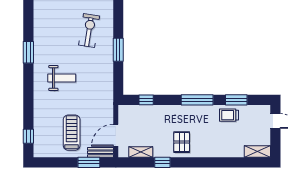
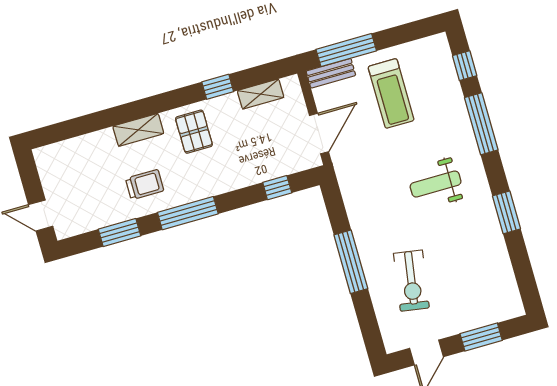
window: (118, 50) -> (351, 262), width x1.44
window: (28, 103) -> (481, 124), added
trolley: (229, 115) -> (145, 185), moved
door: (116, 135) -> (319, 134), moved
shelving: (257, 151) -> (138, 130), moved
window: (89, 162) -> (346, 50), width x1.44

